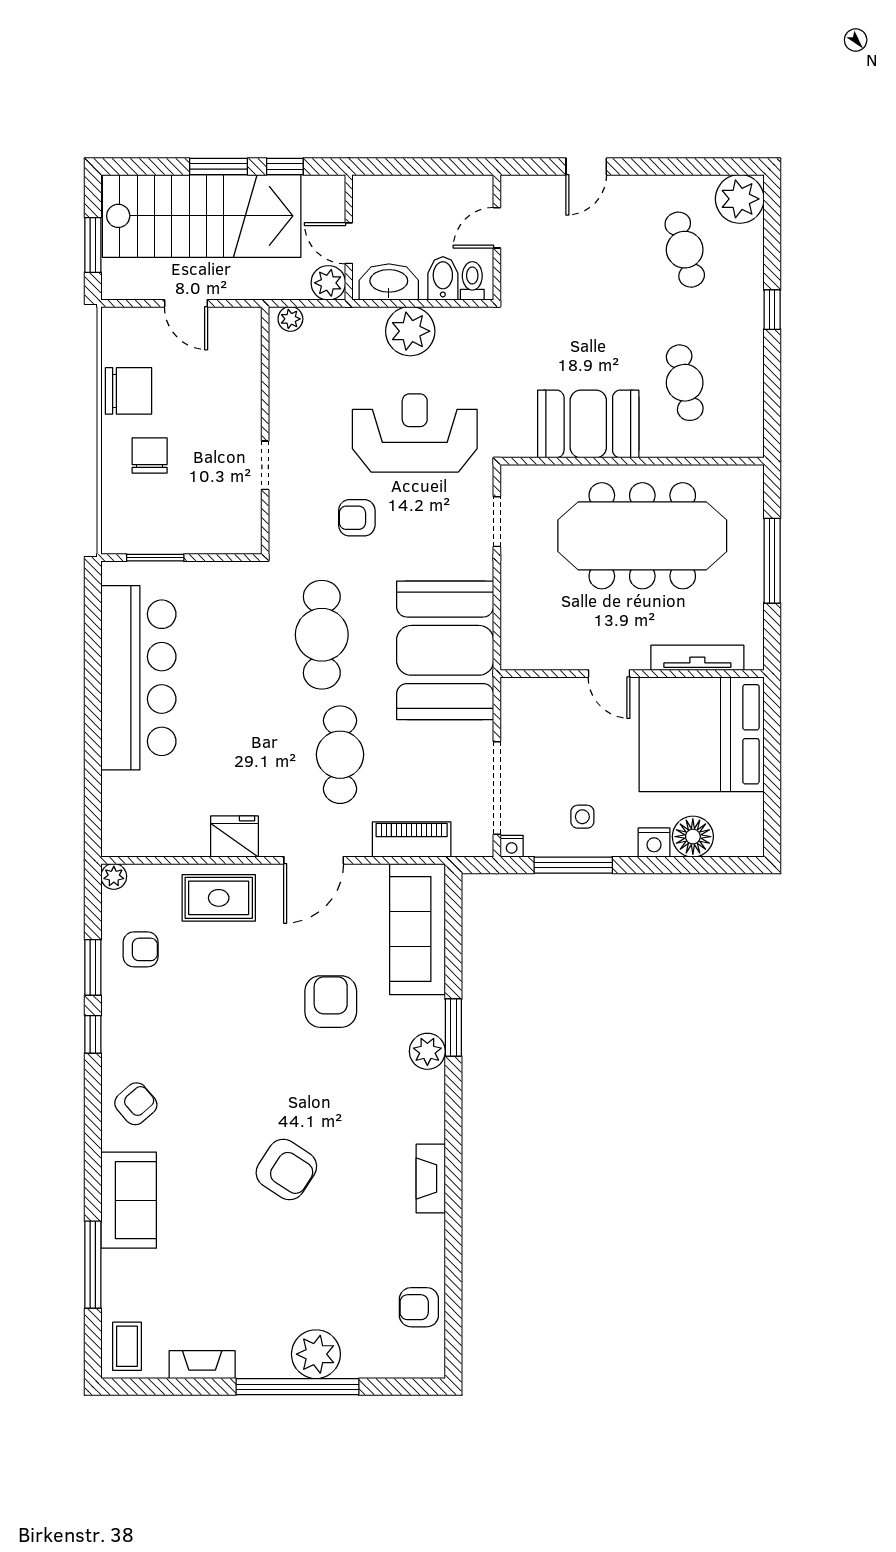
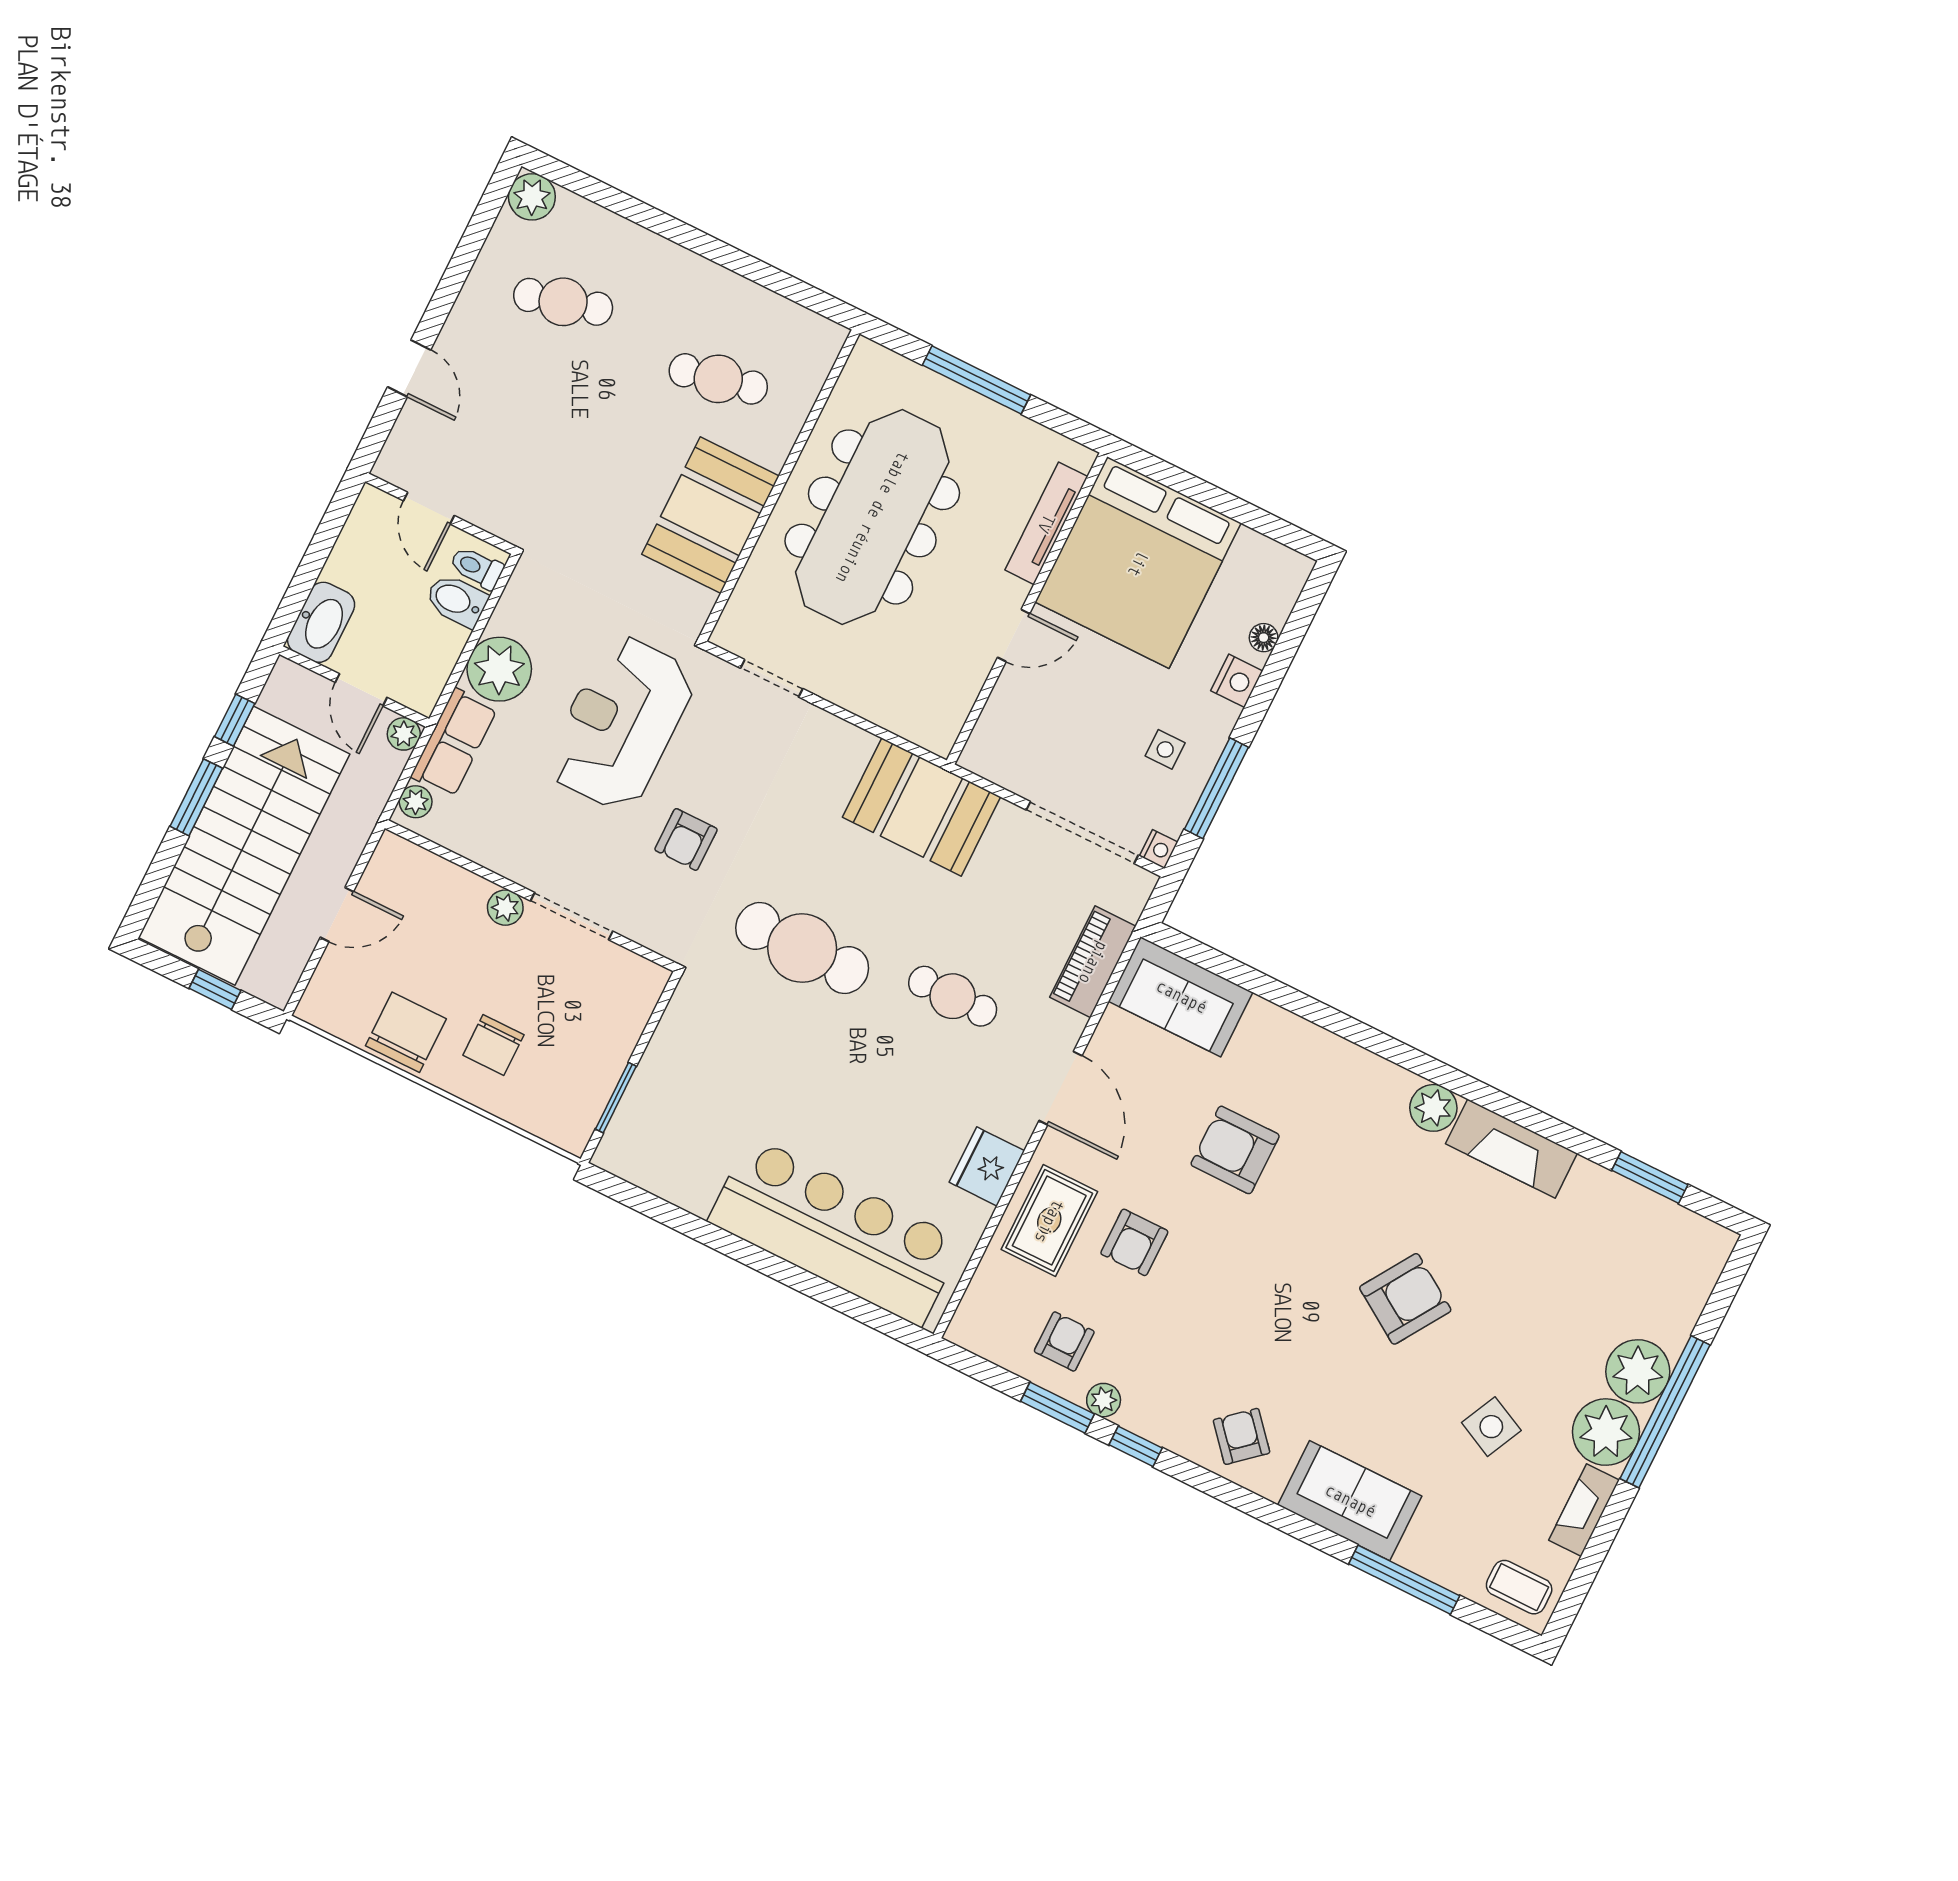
plant: (740, 199) -> (532, 197), width x0.73, depth x0.73
door: (349, 243) -> (361, 690), hinge flipped
window: (93, 245) -> (215, 989), width x0.67
washbasin: (389, 282) -> (321, 622), moved, turned 180
plant: (328, 283) -> (404, 734), width x0.73, depth x0.73
window: (772, 310) -> (684, 235), removed
row of seats: (344, 325) -> (454, 743), added
plant: (248, 417) -> (505, 908), added
chair: (150, 455) -> (493, 1045), turned -90
doorway: (265, 465) -> (572, 916), width x1.38
booth: (445, 650) -> (921, 807), width x0.73, depth x0.70
bar counter: (138, 678) -> (836, 1231), moved
cafe table: (340, 755) -> (953, 996), width x0.73, depth x0.74
floor lamp: (693, 837) -> (1264, 638), width x0.53, depth x0.53
plant: (114, 876) -> (1104, 1400), moved
sofa: (418, 929) -> (1181, 997), width x0.73
window: (453, 1028) -> (1650, 1177), moved
plant: (427, 1051) -> (1433, 1108), moved
fireplace: (431, 1178) -> (1511, 1149), width x1.37, depth x1.32
side table: (228, 1272) -> (1491, 1427), added
armchair: (419, 1307) -> (1134, 1242), moved
plant: (263, 1353) -> (1606, 1432), added

